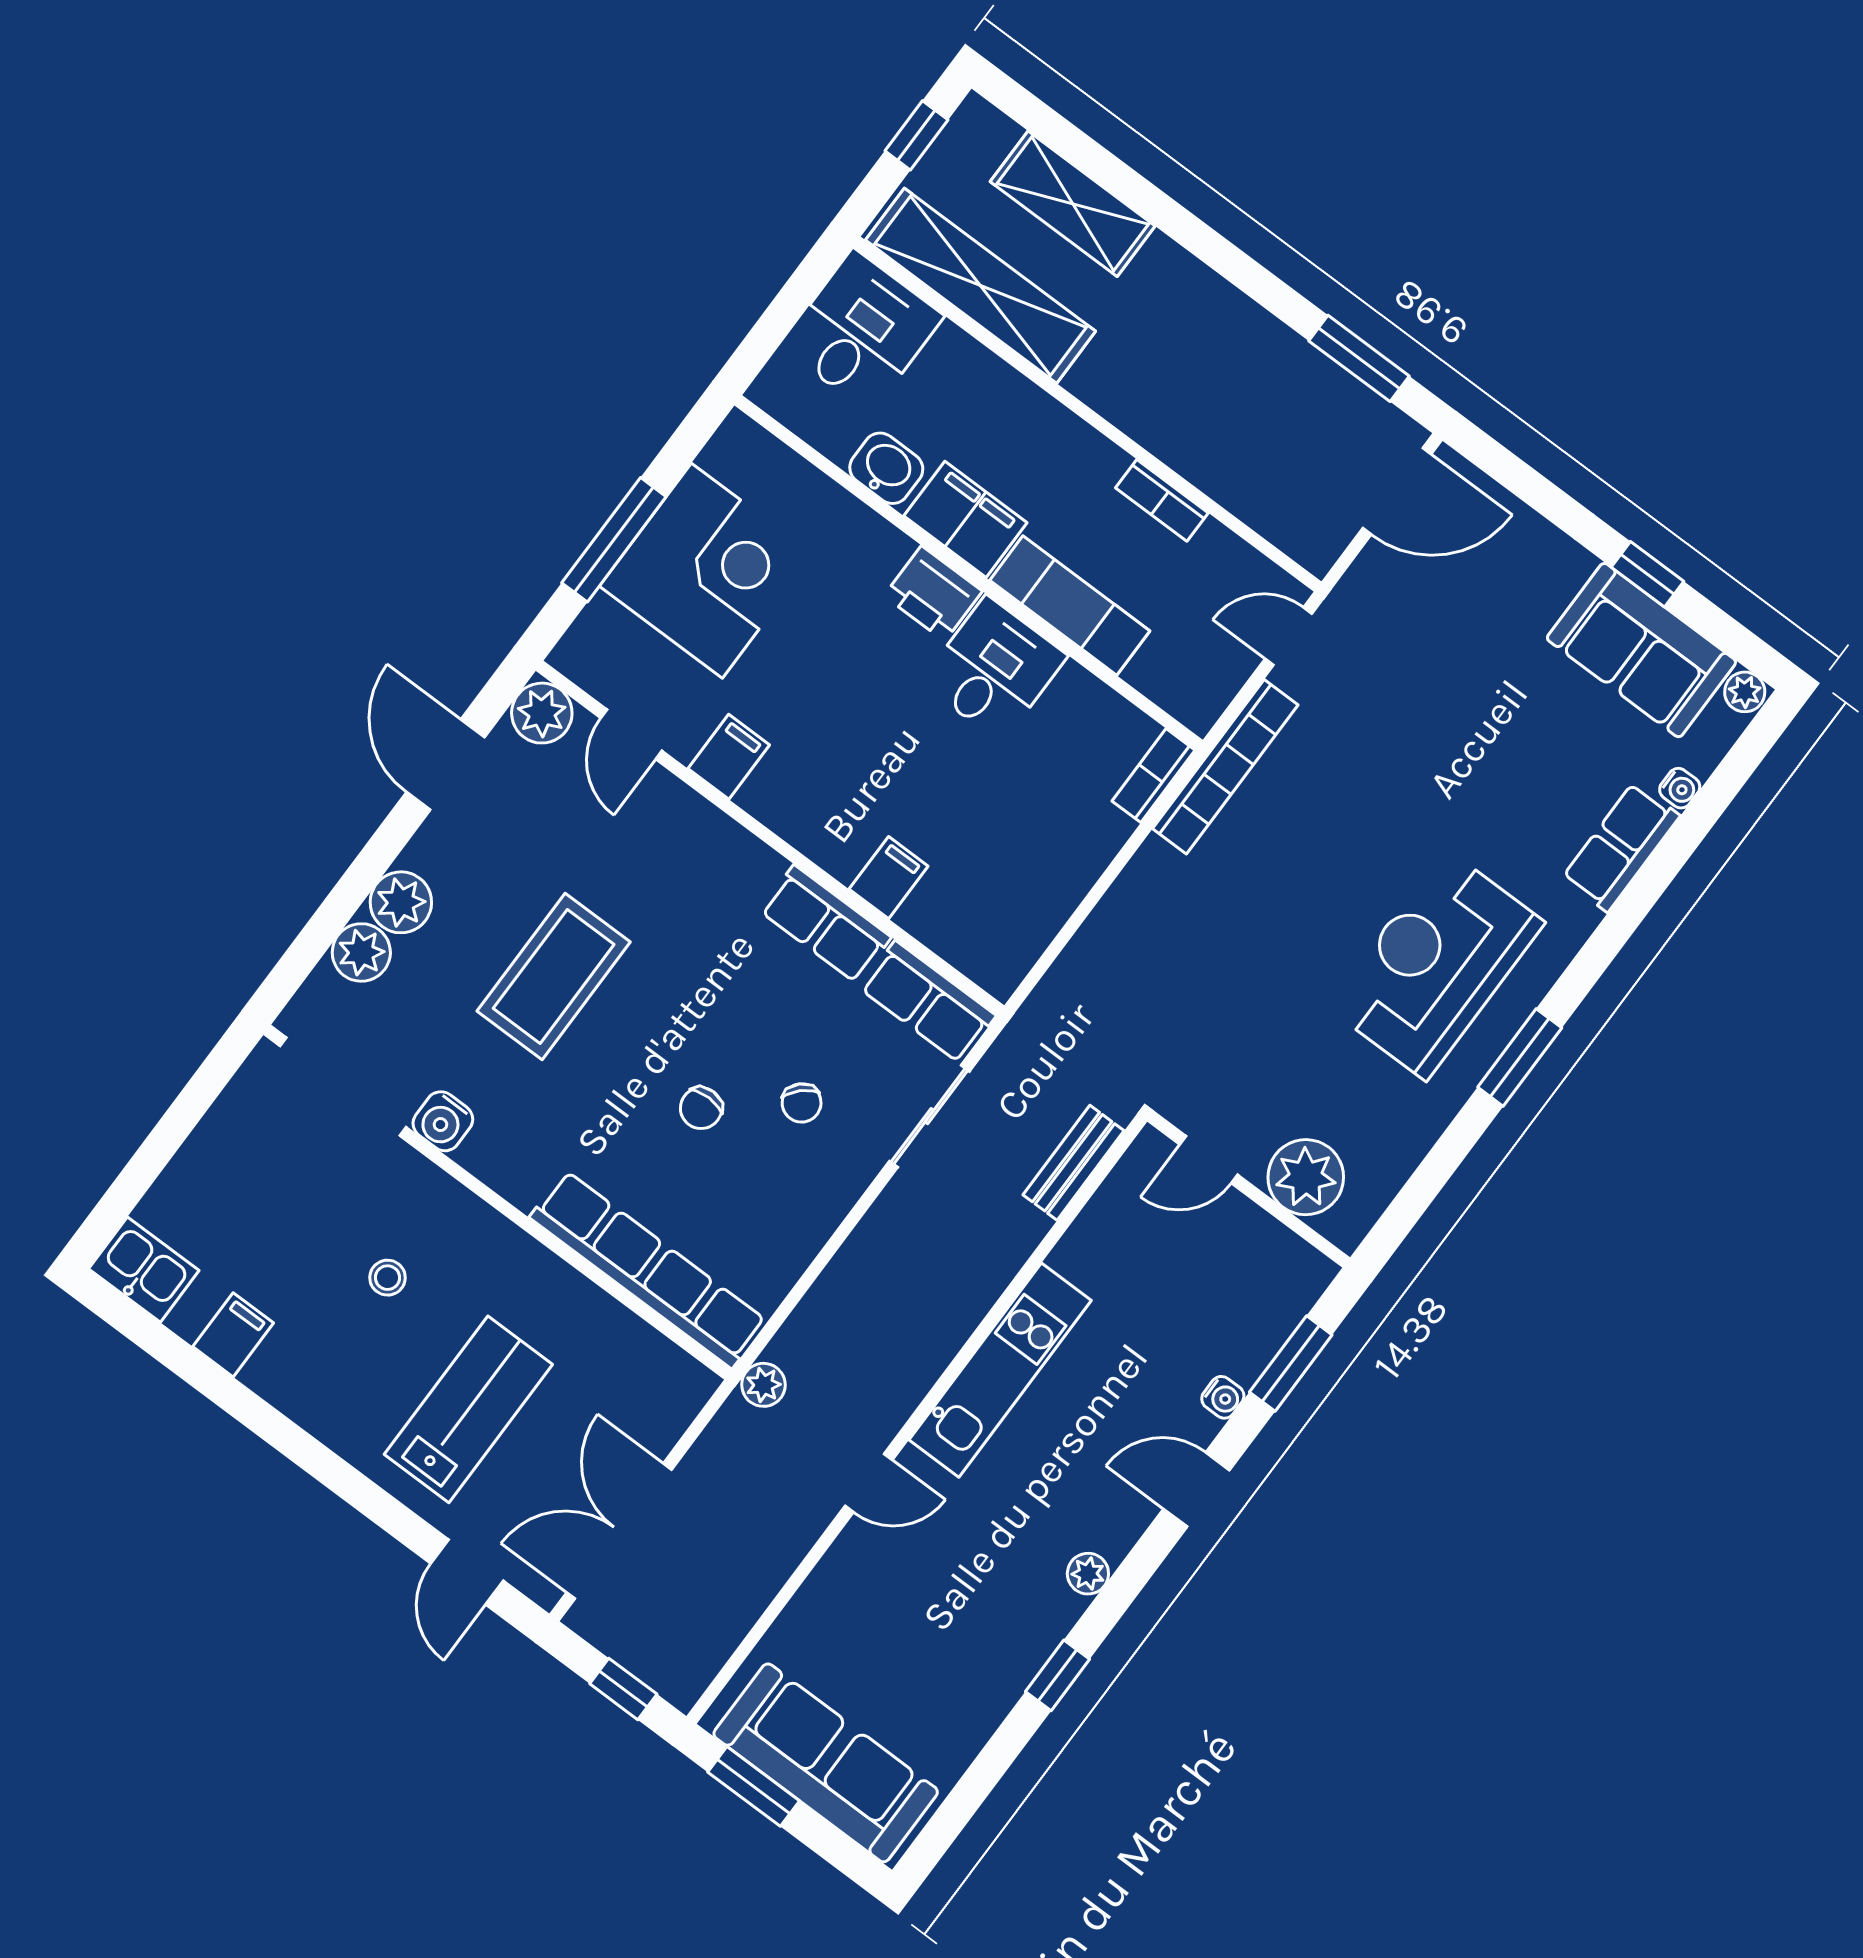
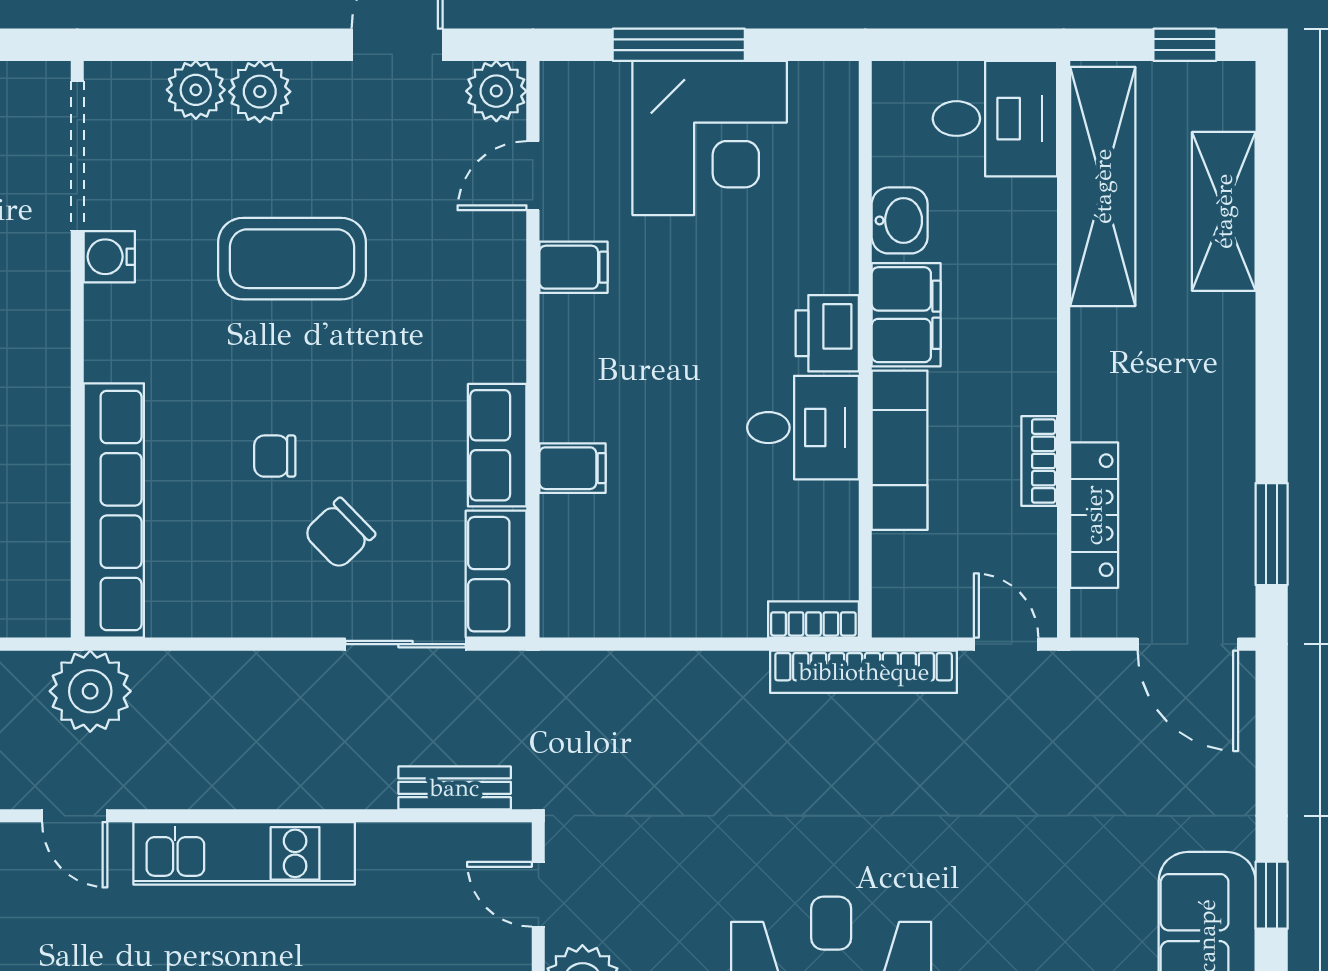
locker: (1238, 489) -> (1094, 515), added
chair: (802, 1103) -> (339, 534), width x1.37, depth x1.37
plant: (763, 1385) -> (90, 691), width x1.88, depth x1.88

